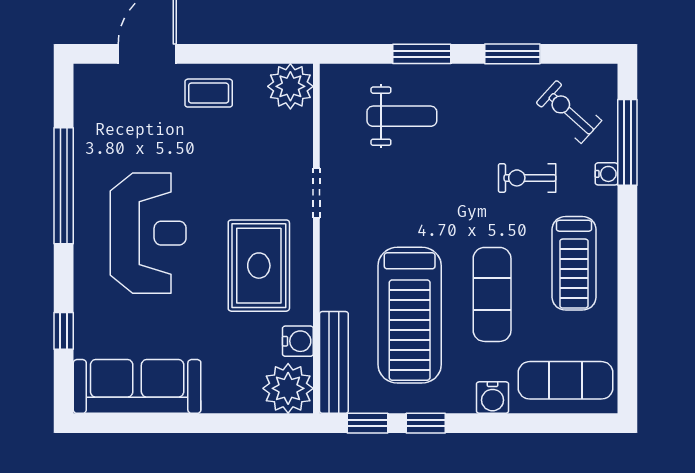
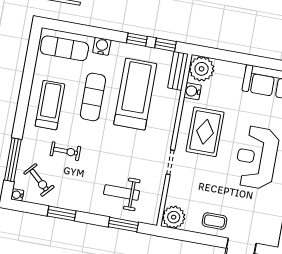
window: (422, 54) -> (123, 225), moved
water cooler: (607, 174) -> (17, 195), moved
bench: (334, 362) -> (178, 71), width x0.73

